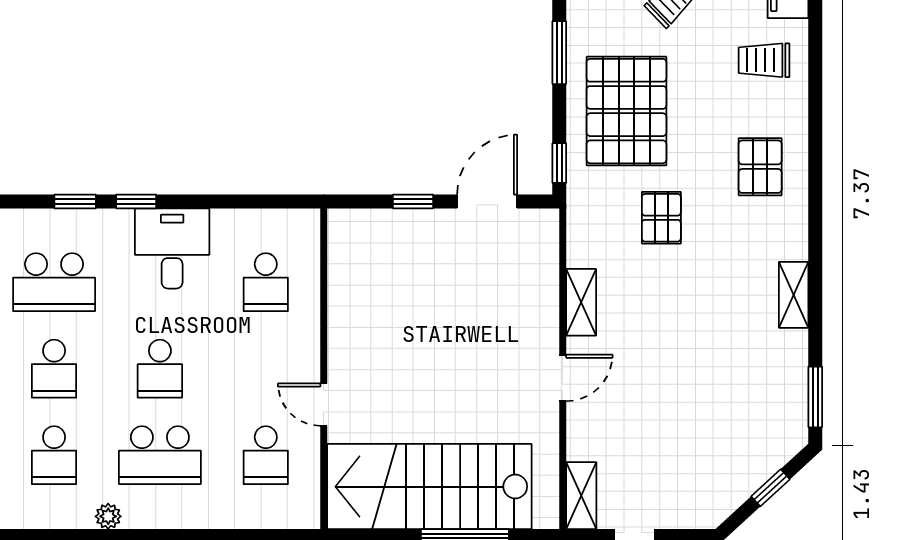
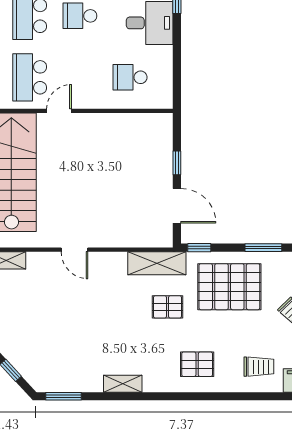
trolley: (764, 60) -> (259, 367), turned 90
shelving: (581, 302) -> (157, 263), moved, width x1.50, depth x1.33
school desk: (266, 455) -> (30, 77), width x1.85

